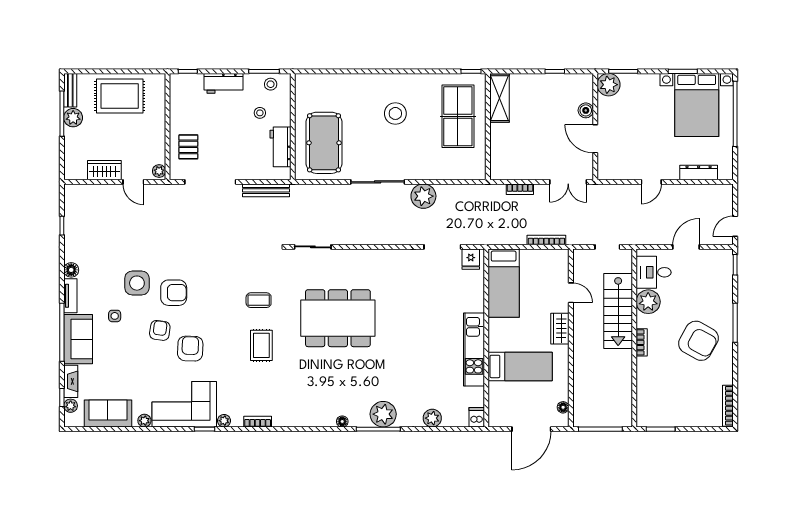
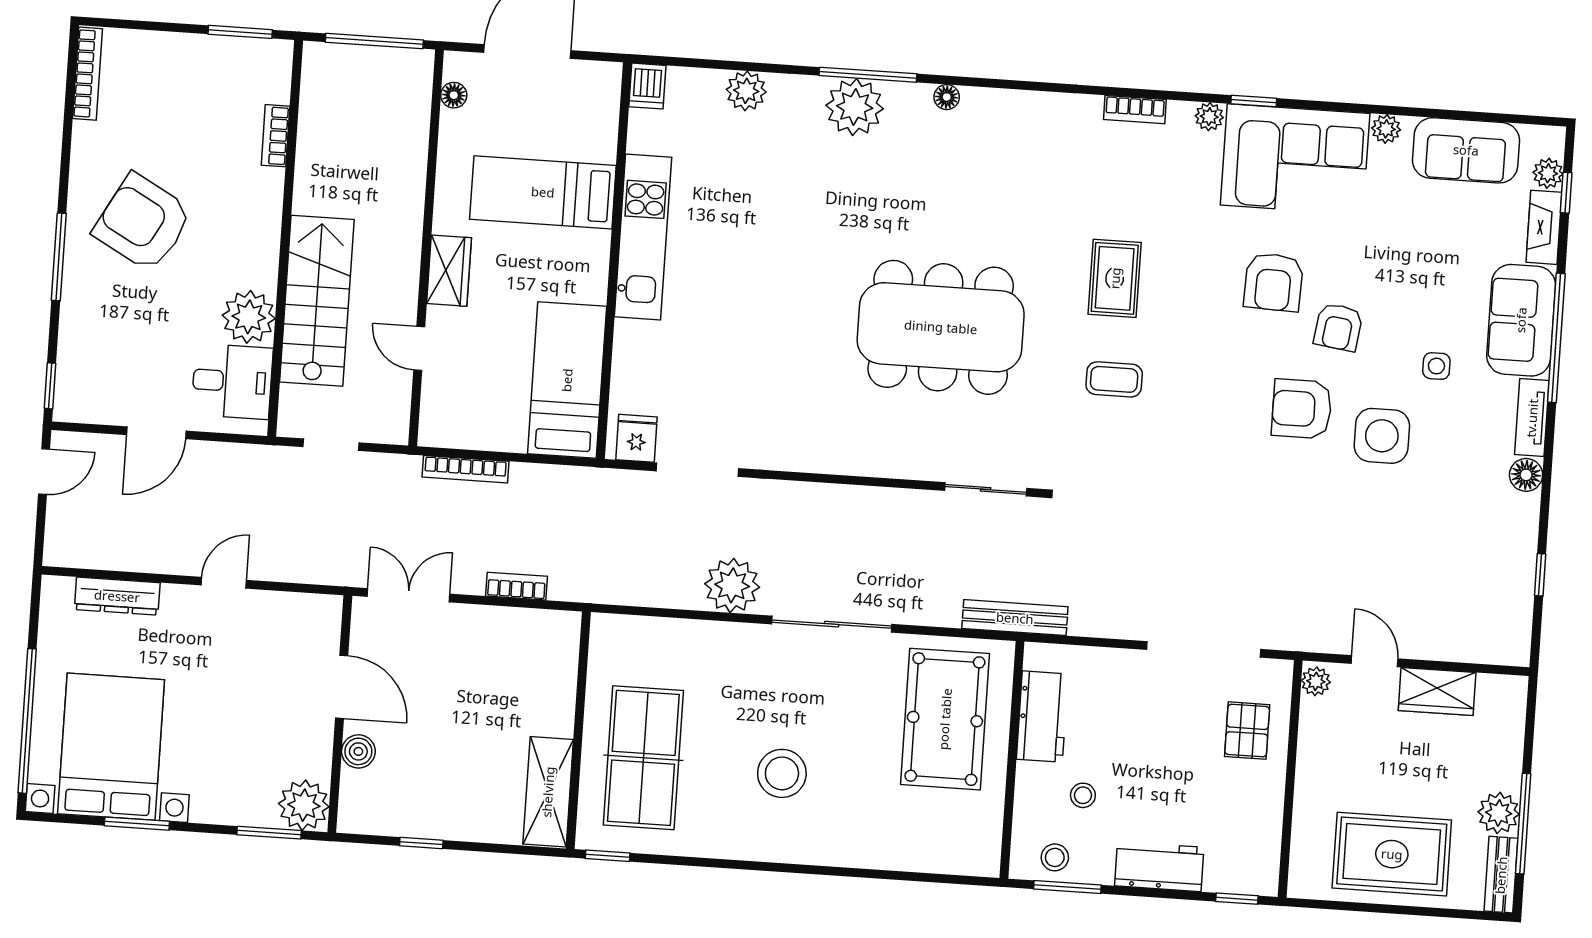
bench: (266, 190) -> (1015, 618), moved
bookcase: (642, 342) -> (276, 136), moved

